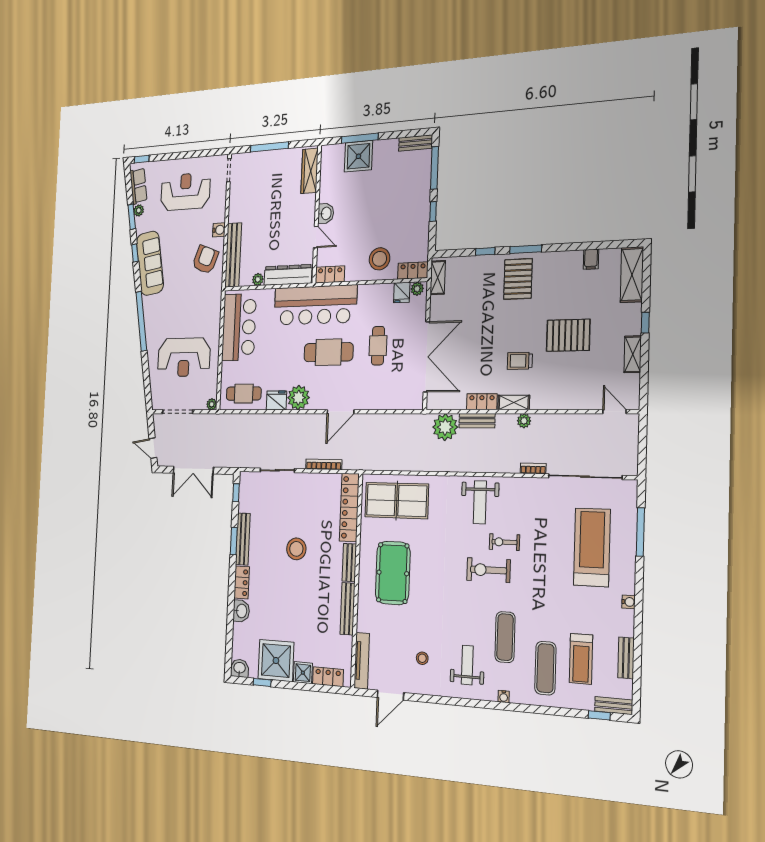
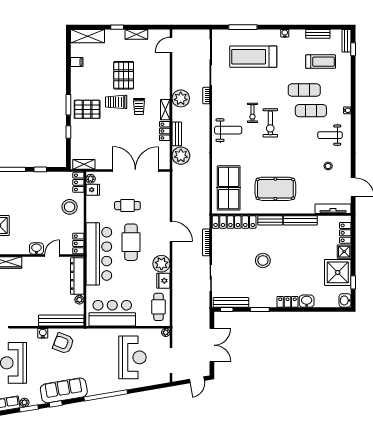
trolley: (528, 324) -> (116, 102), added
plant: (524, 421) -> (181, 98), width x1.88, depth x1.88
bench: (243, 539) -> (231, 302), moved
exercise mat: (545, 668) -> (304, 90), moved

